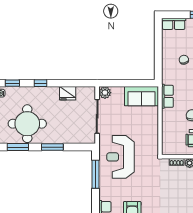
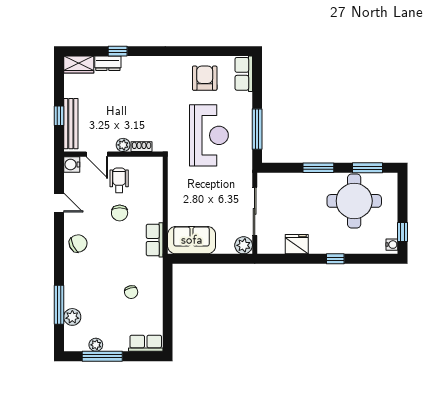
window: (12, 83) -> (375, 259), removed
reception desk: (120, 157) -> (209, 135), moved

